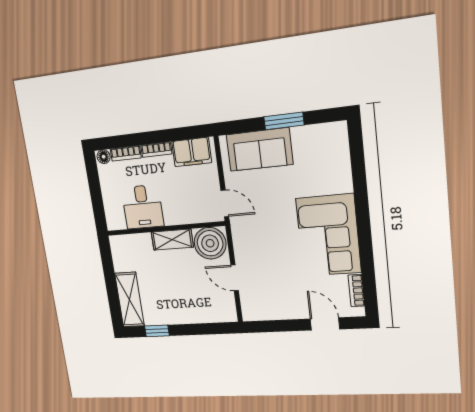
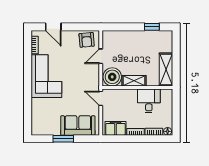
door: (235, 278) -> (101, 56), swing flipped
shelving: (129, 300) -> (166, 69), moved
armchair: (263, 304) -> (87, 40), added

